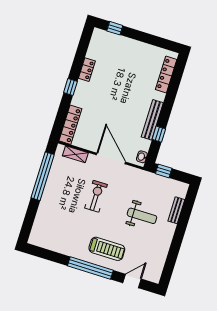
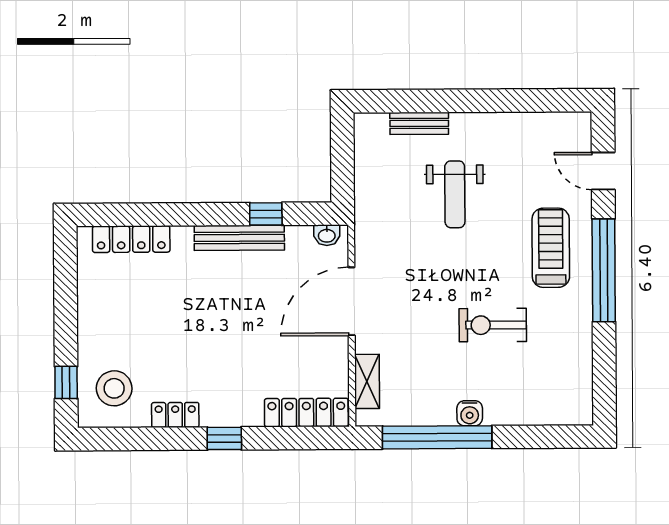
stool: (106, 48) -> (114, 388), added
window: (164, 171) -> (343, 178), removed
water cooler: (48, 193) -> (470, 413), added
exercise bike: (96, 196) -> (493, 325), moved
weight bench: (142, 216) -> (455, 194), turned 180

